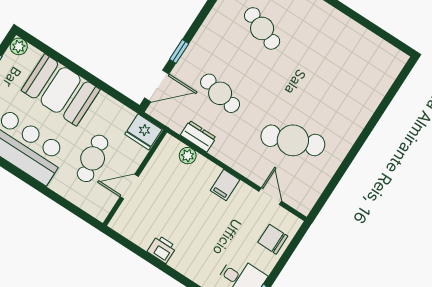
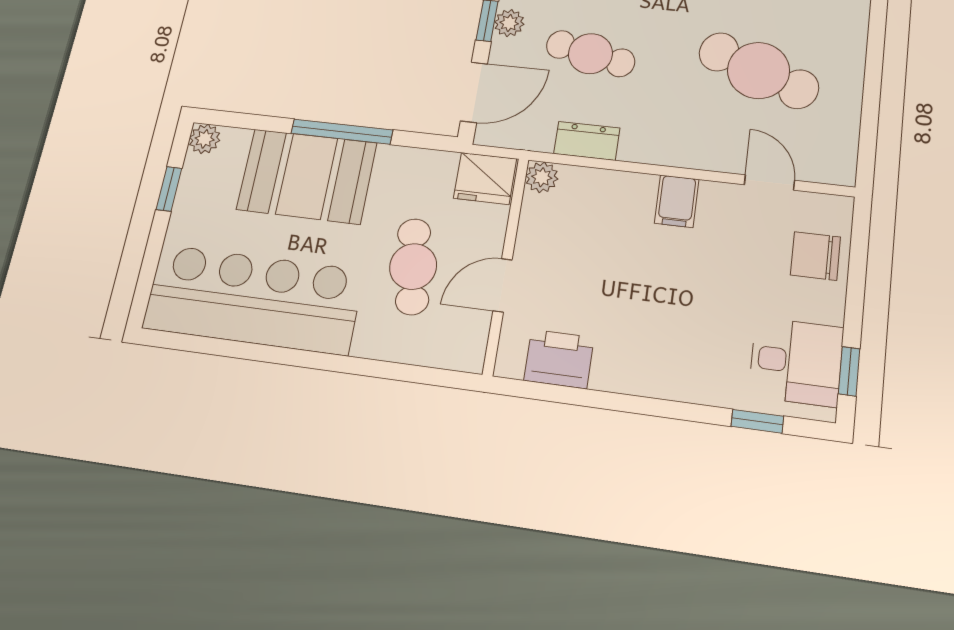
plant: (189, 58) -> (509, 23), added
window: (86, 75) -> (342, 132), added
cafe table: (293, 140) -> (758, 70), turned 42
plant: (188, 156) -> (542, 177), moved
printer: (162, 249) -> (559, 359), moved, width x1.36, depth x1.24

